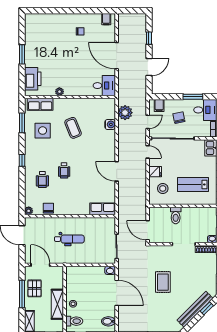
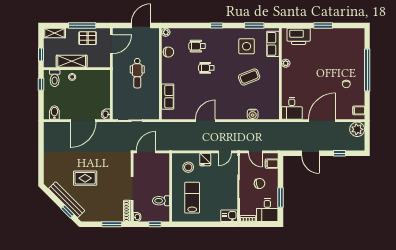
window: (66, 11) -> (367, 70), added
plant: (125, 113) -> (357, 129), moved
row of seats: (103, 209) -> (168, 97), moved
toilet: (176, 215) -> (161, 201), moved
rug: (163, 282) -> (85, 178), moved

